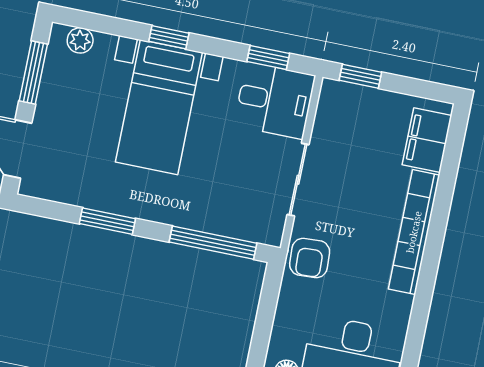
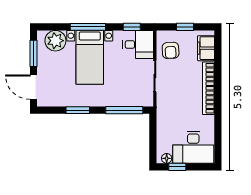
window: (169, 37) -> (88, 27), width x2.17
plant: (80, 40) -> (55, 41), width x1.88, depth x1.88
window: (360, 76) -> (185, 27), moved
armchair: (310, 258) -> (171, 50), moved

